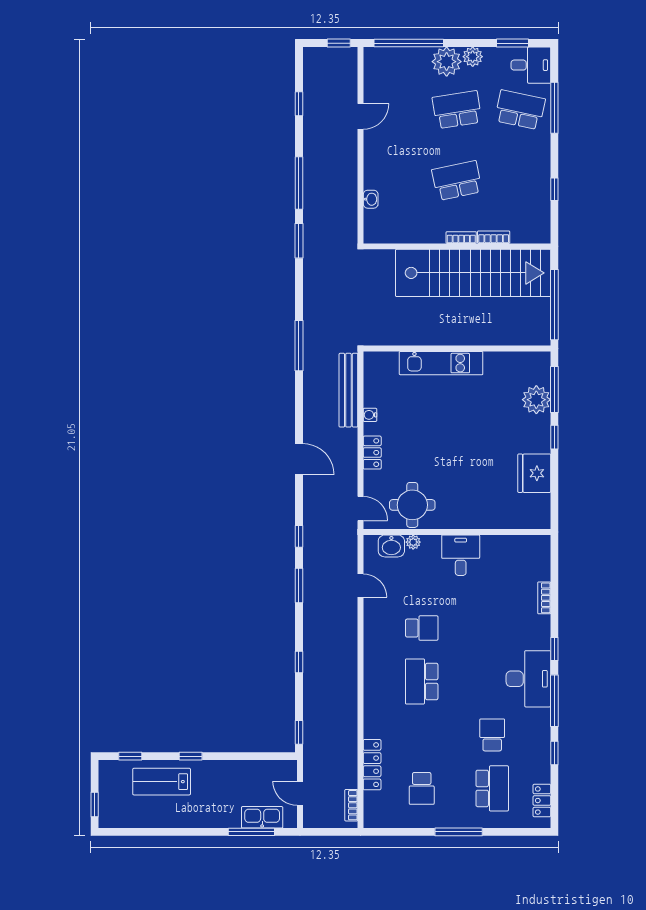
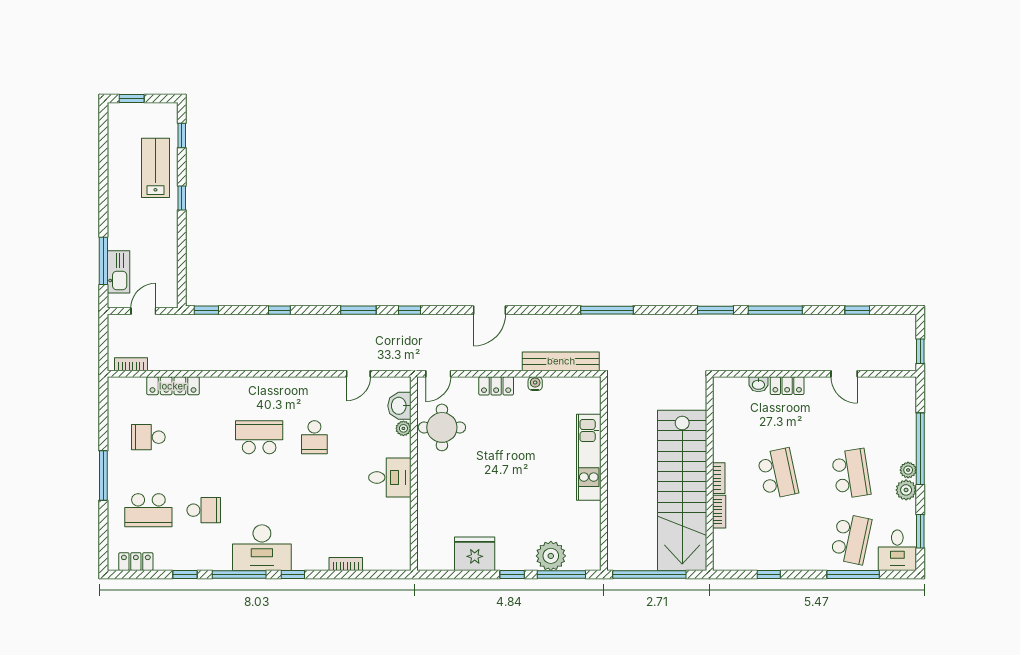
window: (409, 43) -> (920, 449), moved
plant: (447, 62) -> (908, 470), width x0.53, depth x0.53
locker: (372, 172) -> (787, 386), added

